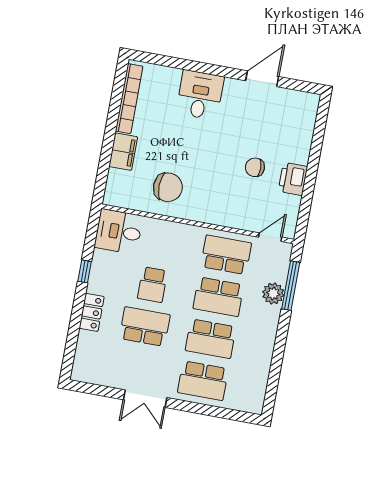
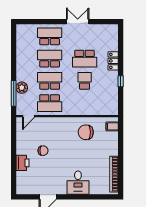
filing cabinet: (123, 152) -> (112, 126), moved, width x0.50
printer: (293, 179) -> (22, 163), moved
desk: (119, 232) -> (107, 105), removed

